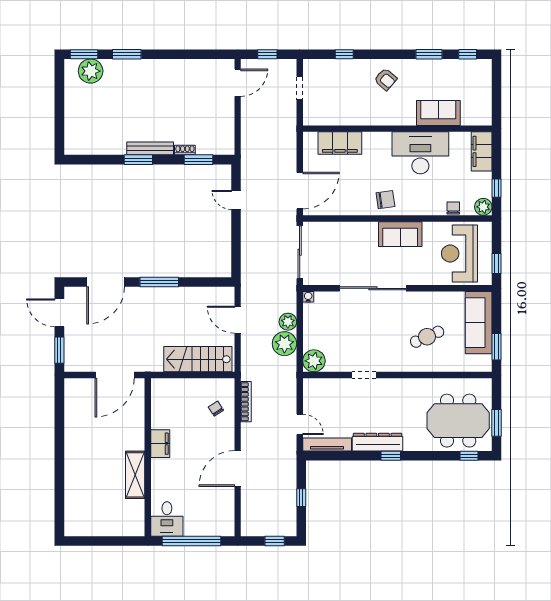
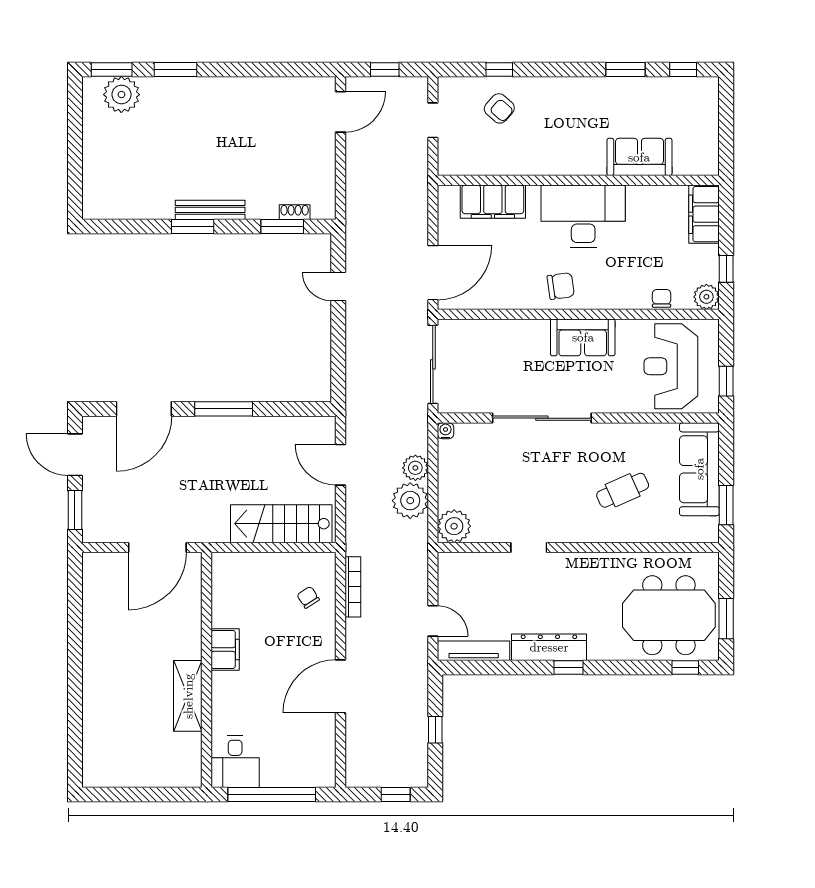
armchair: (386, 79) -> (499, 108), moved
shoe rack: (185, 150) -> (295, 212), moved
desk: (420, 153) -> (583, 216), moved

